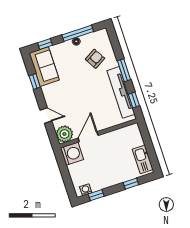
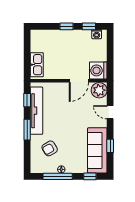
sofa: (44, 67) -> (97, 150), width x1.36
kitchen sink: (143, 159) -> (37, 65), moved
window: (131, 184) -> (67, 26), moved

